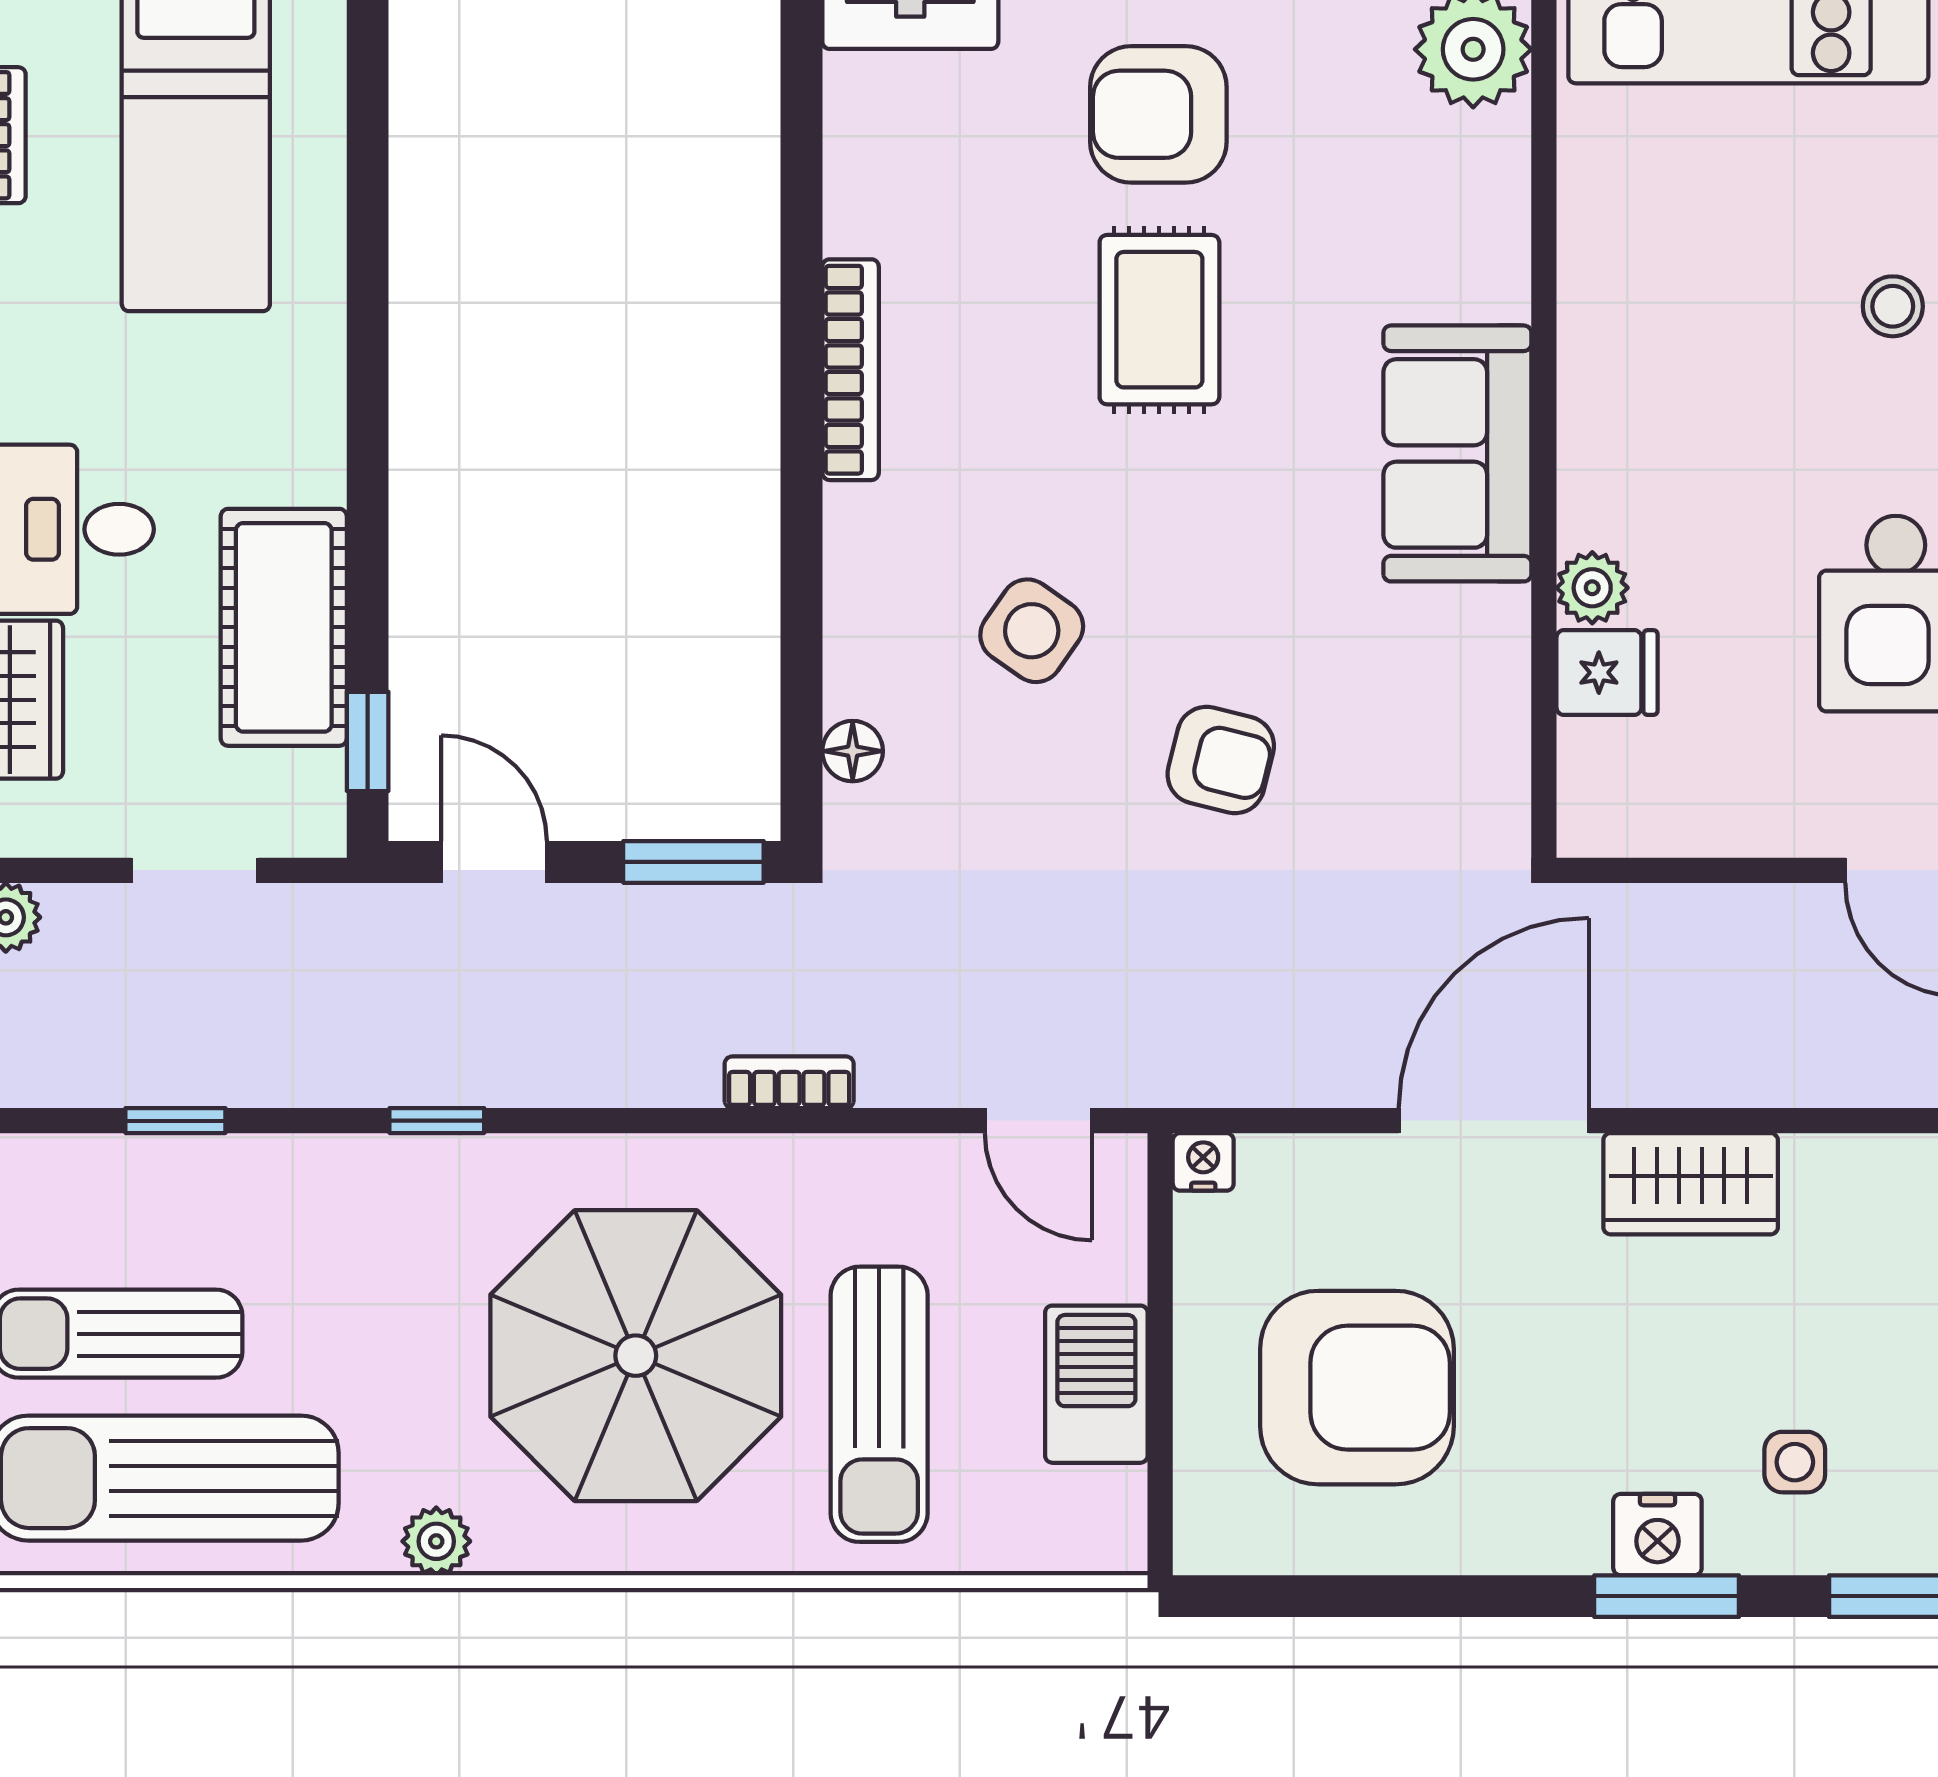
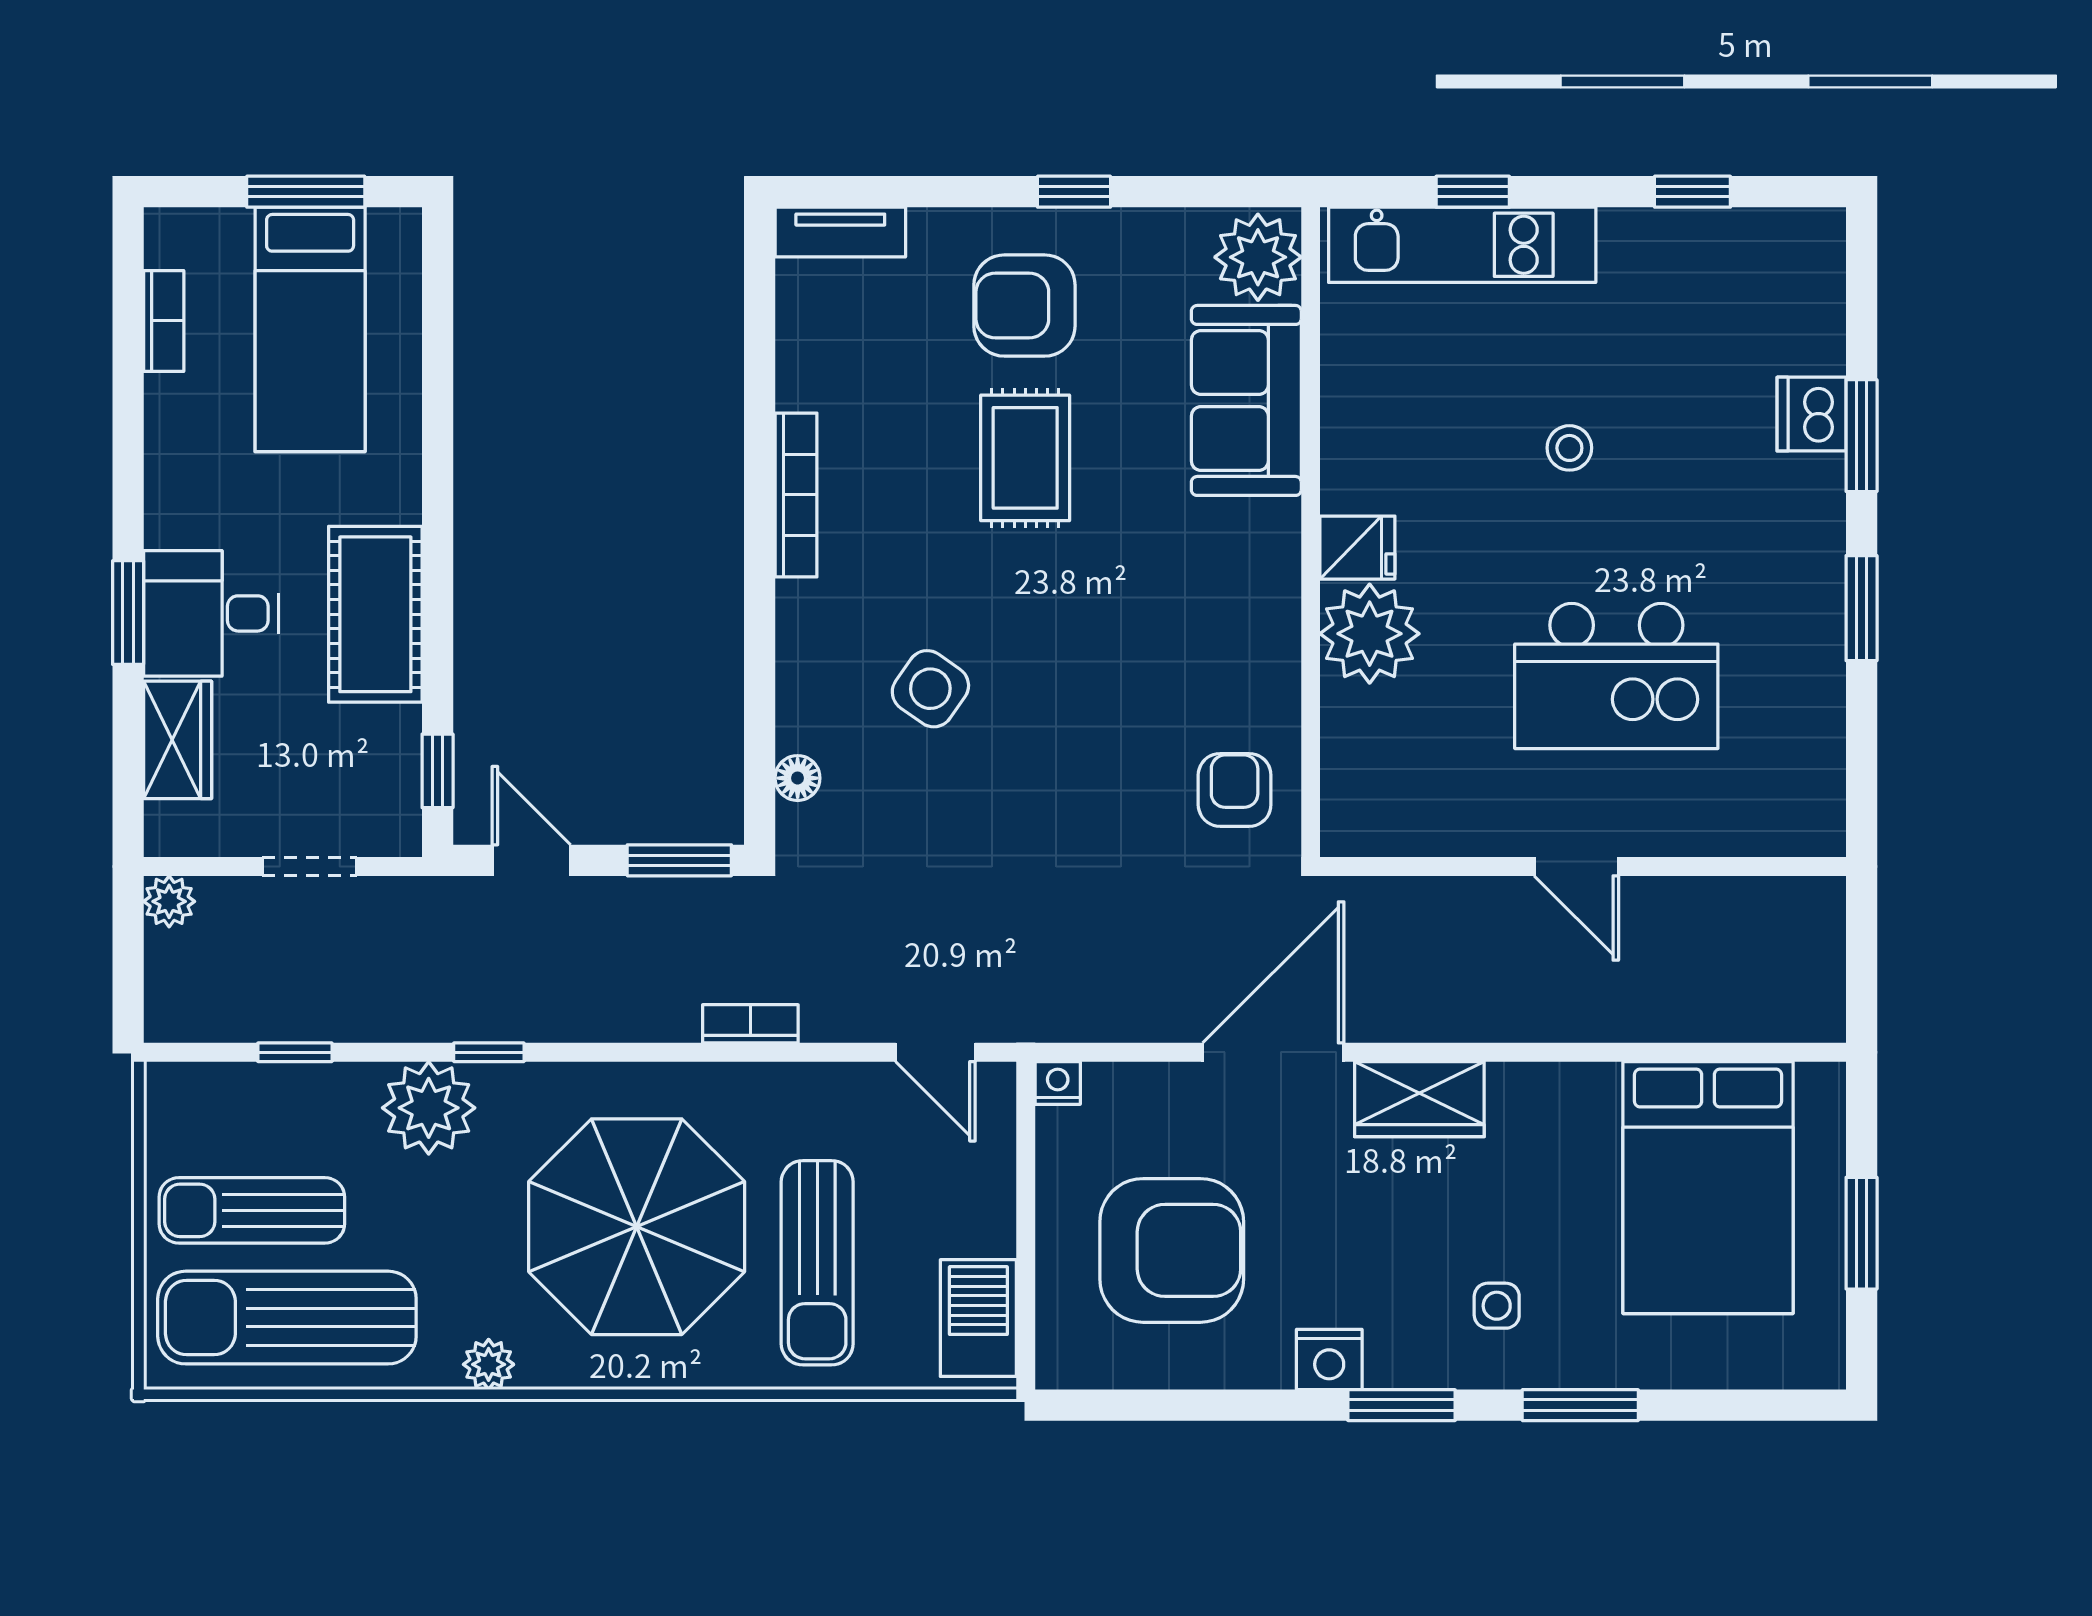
sofa: (1457, 453) -> (1246, 400), moved
plant: (1592, 588) -> (1370, 634), width x1.88, depth x1.88
cot: (284, 627) -> (375, 614), moved
fridge: (1607, 673) -> (1357, 548), moved
armchair: (1221, 760) -> (1235, 790), moved, turned -104
plant: (356, 1196) -> (429, 1108), added
barbecue: (1096, 1384) -> (978, 1318), moved
nightstand: (1657, 1535) -> (1329, 1359), moved

